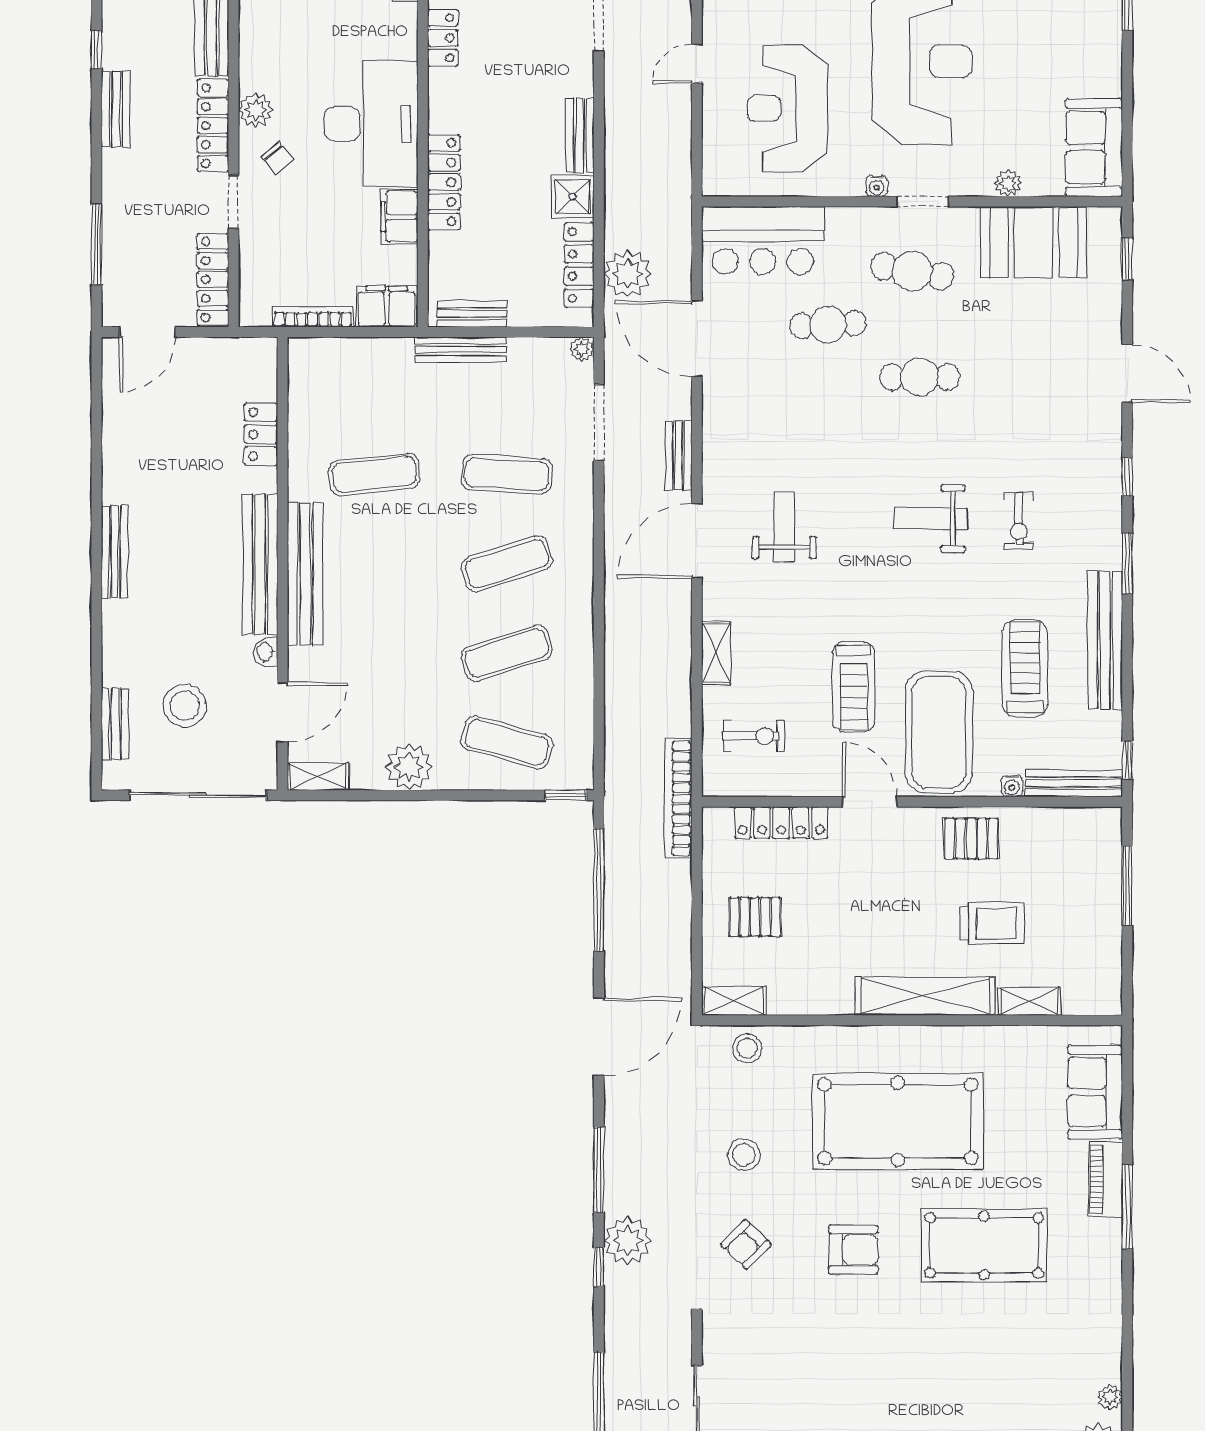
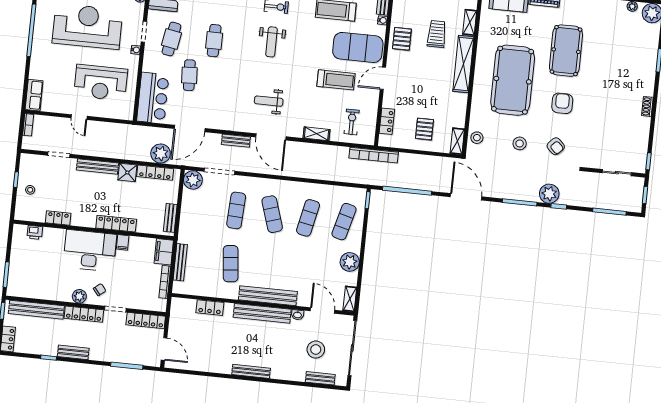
bench: (580, 135) -> (97, 167), width x1.36
filing cabinet: (399, 217) -> (123, 242), width x0.50
plant: (582, 349) -> (193, 180), width x1.88, depth x1.88
bench: (461, 350) -> (180, 262), moved
exercise mat: (507, 653) -> (308, 218), turned 30
locker: (781, 823) -> (387, 121), width x0.66

